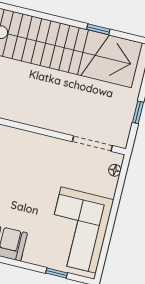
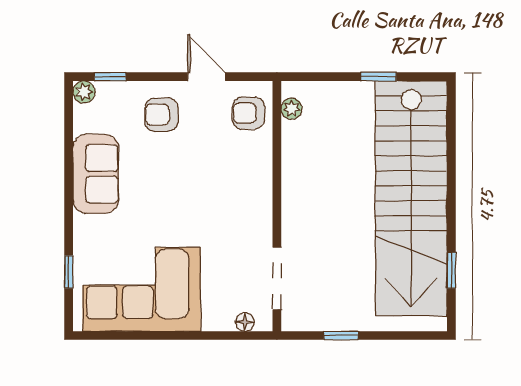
window: (98, 29) -> (451, 270), moved

